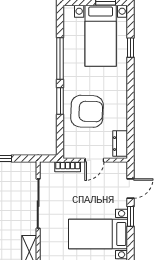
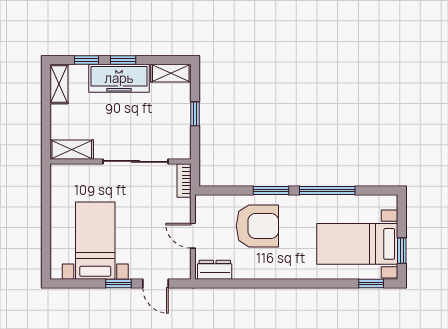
window: (131, 48) -> (371, 284), moved
armchair: (87, 111) -> (257, 226), turned -92
bookcase: (68, 167) -> (184, 180), moved

